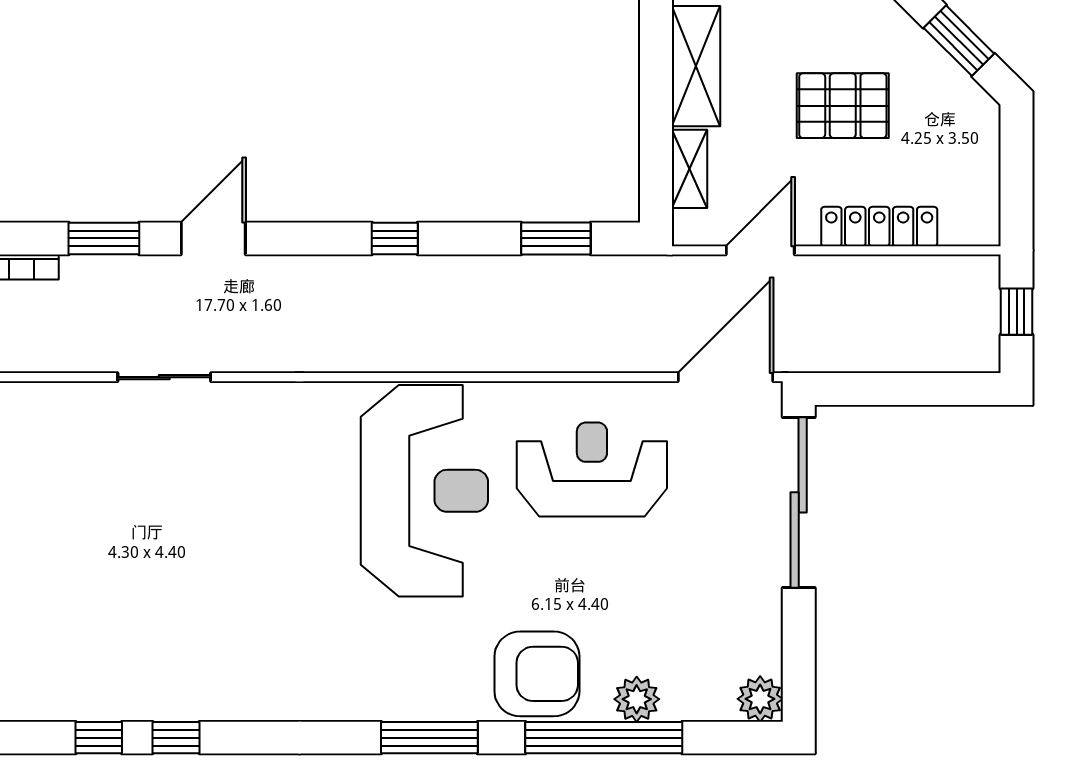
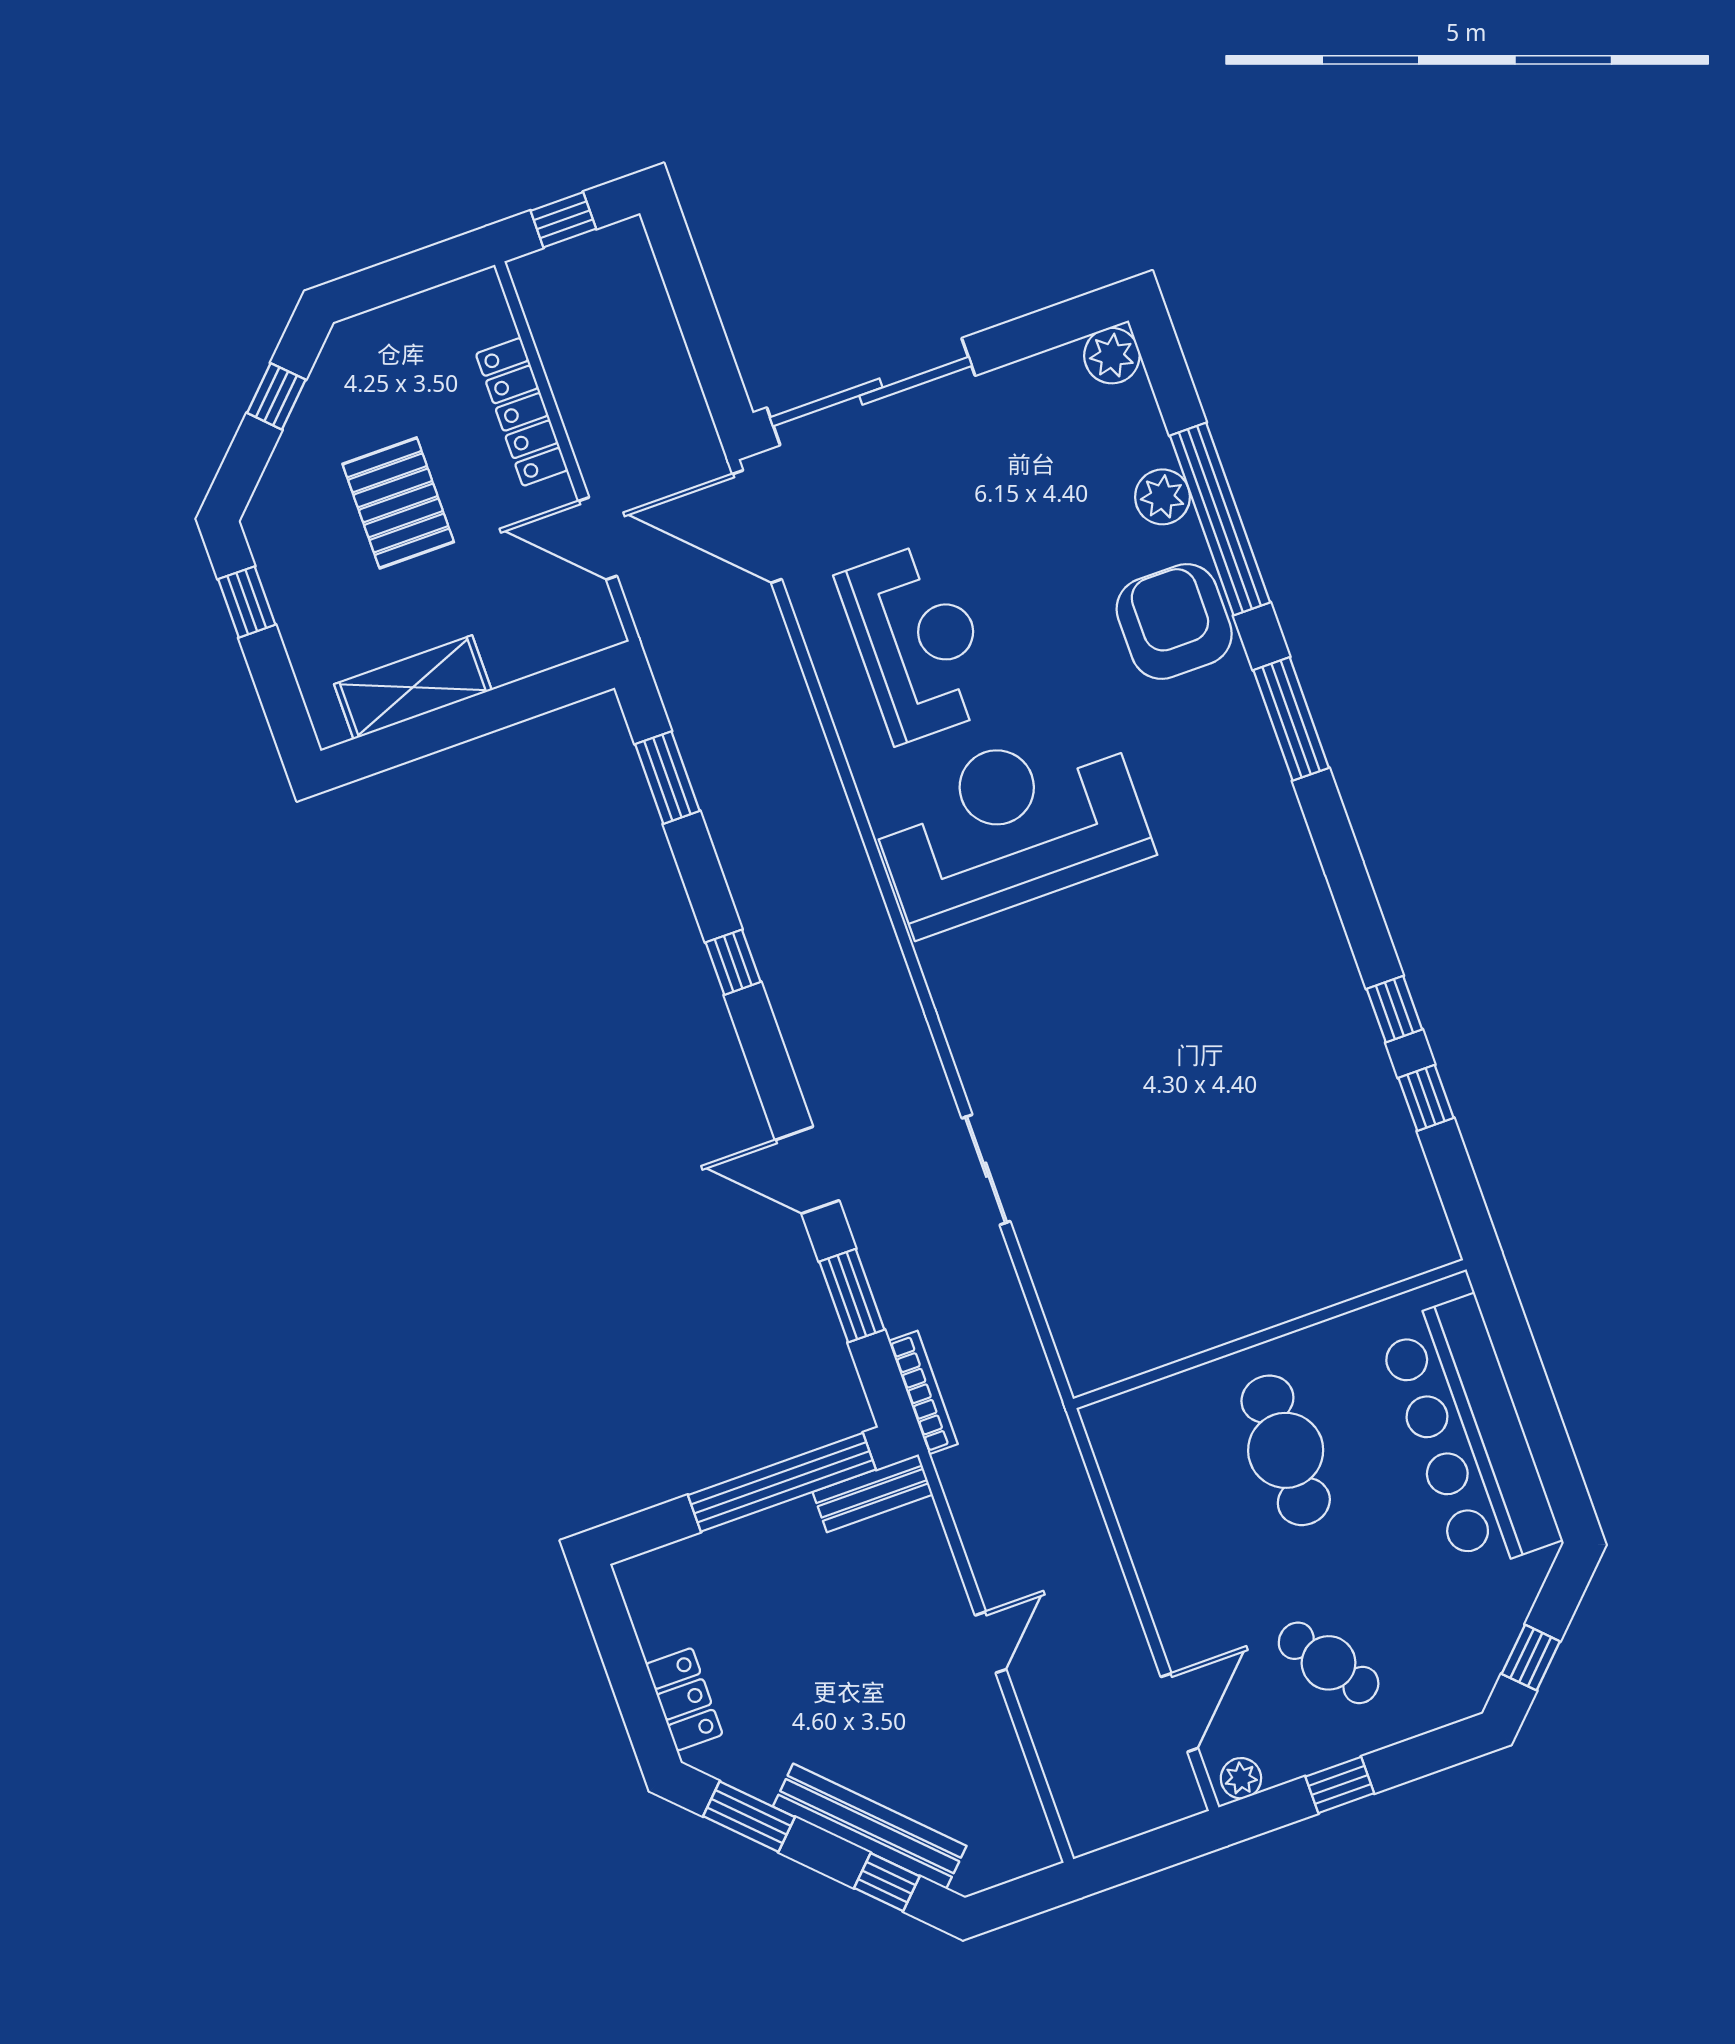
window: (959, 41) -> (276, 396), width x0.67
shelving: (690, 169) -> (533, 653), removed
reception desk: (592, 470) -> (917, 642), turned 180

